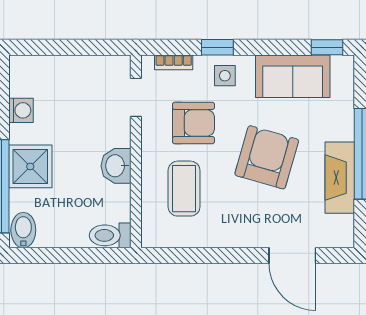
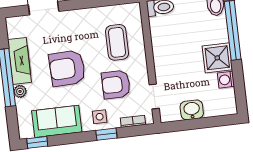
plant: (345, 130) -> (20, 91), added
armchair: (267, 157) -> (67, 68), turned 72
shower: (30, 166) -> (217, 58), moved
washbasin: (116, 166) -> (192, 110), moved, turned -90

